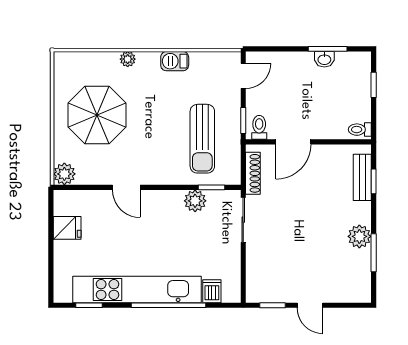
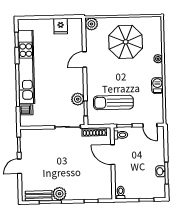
bench: (362, 177) -> (39, 196), moved

